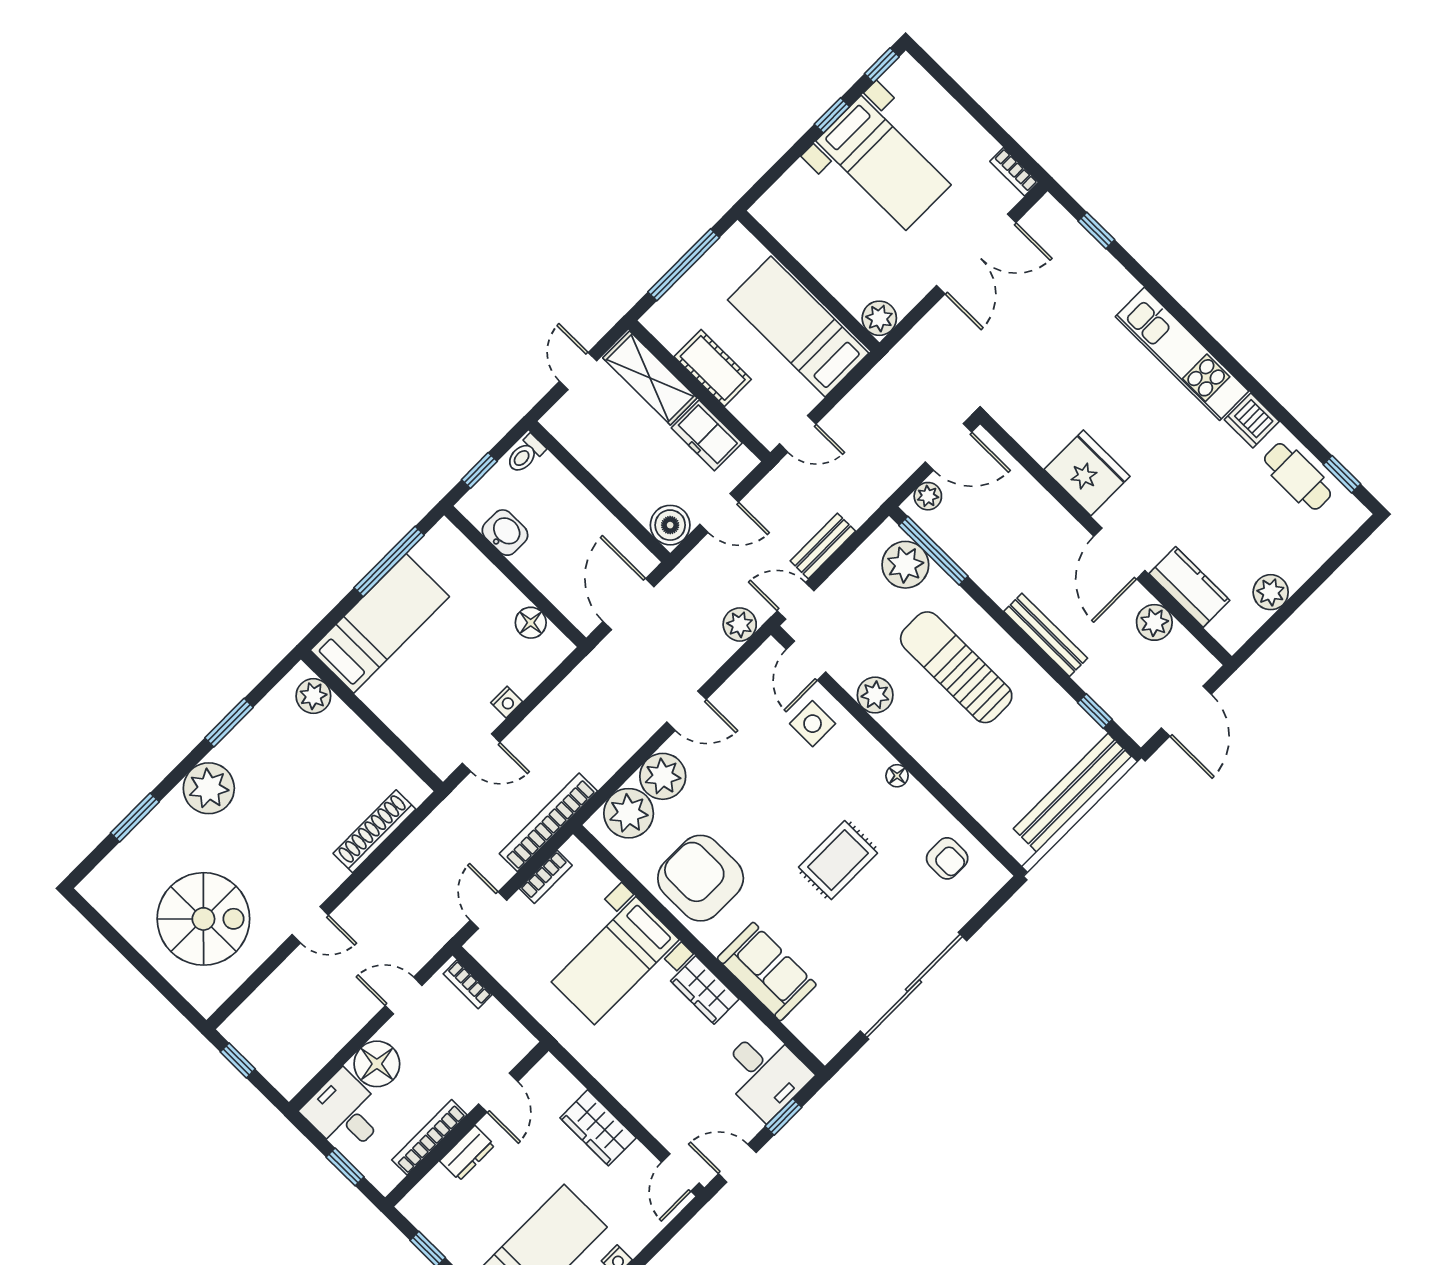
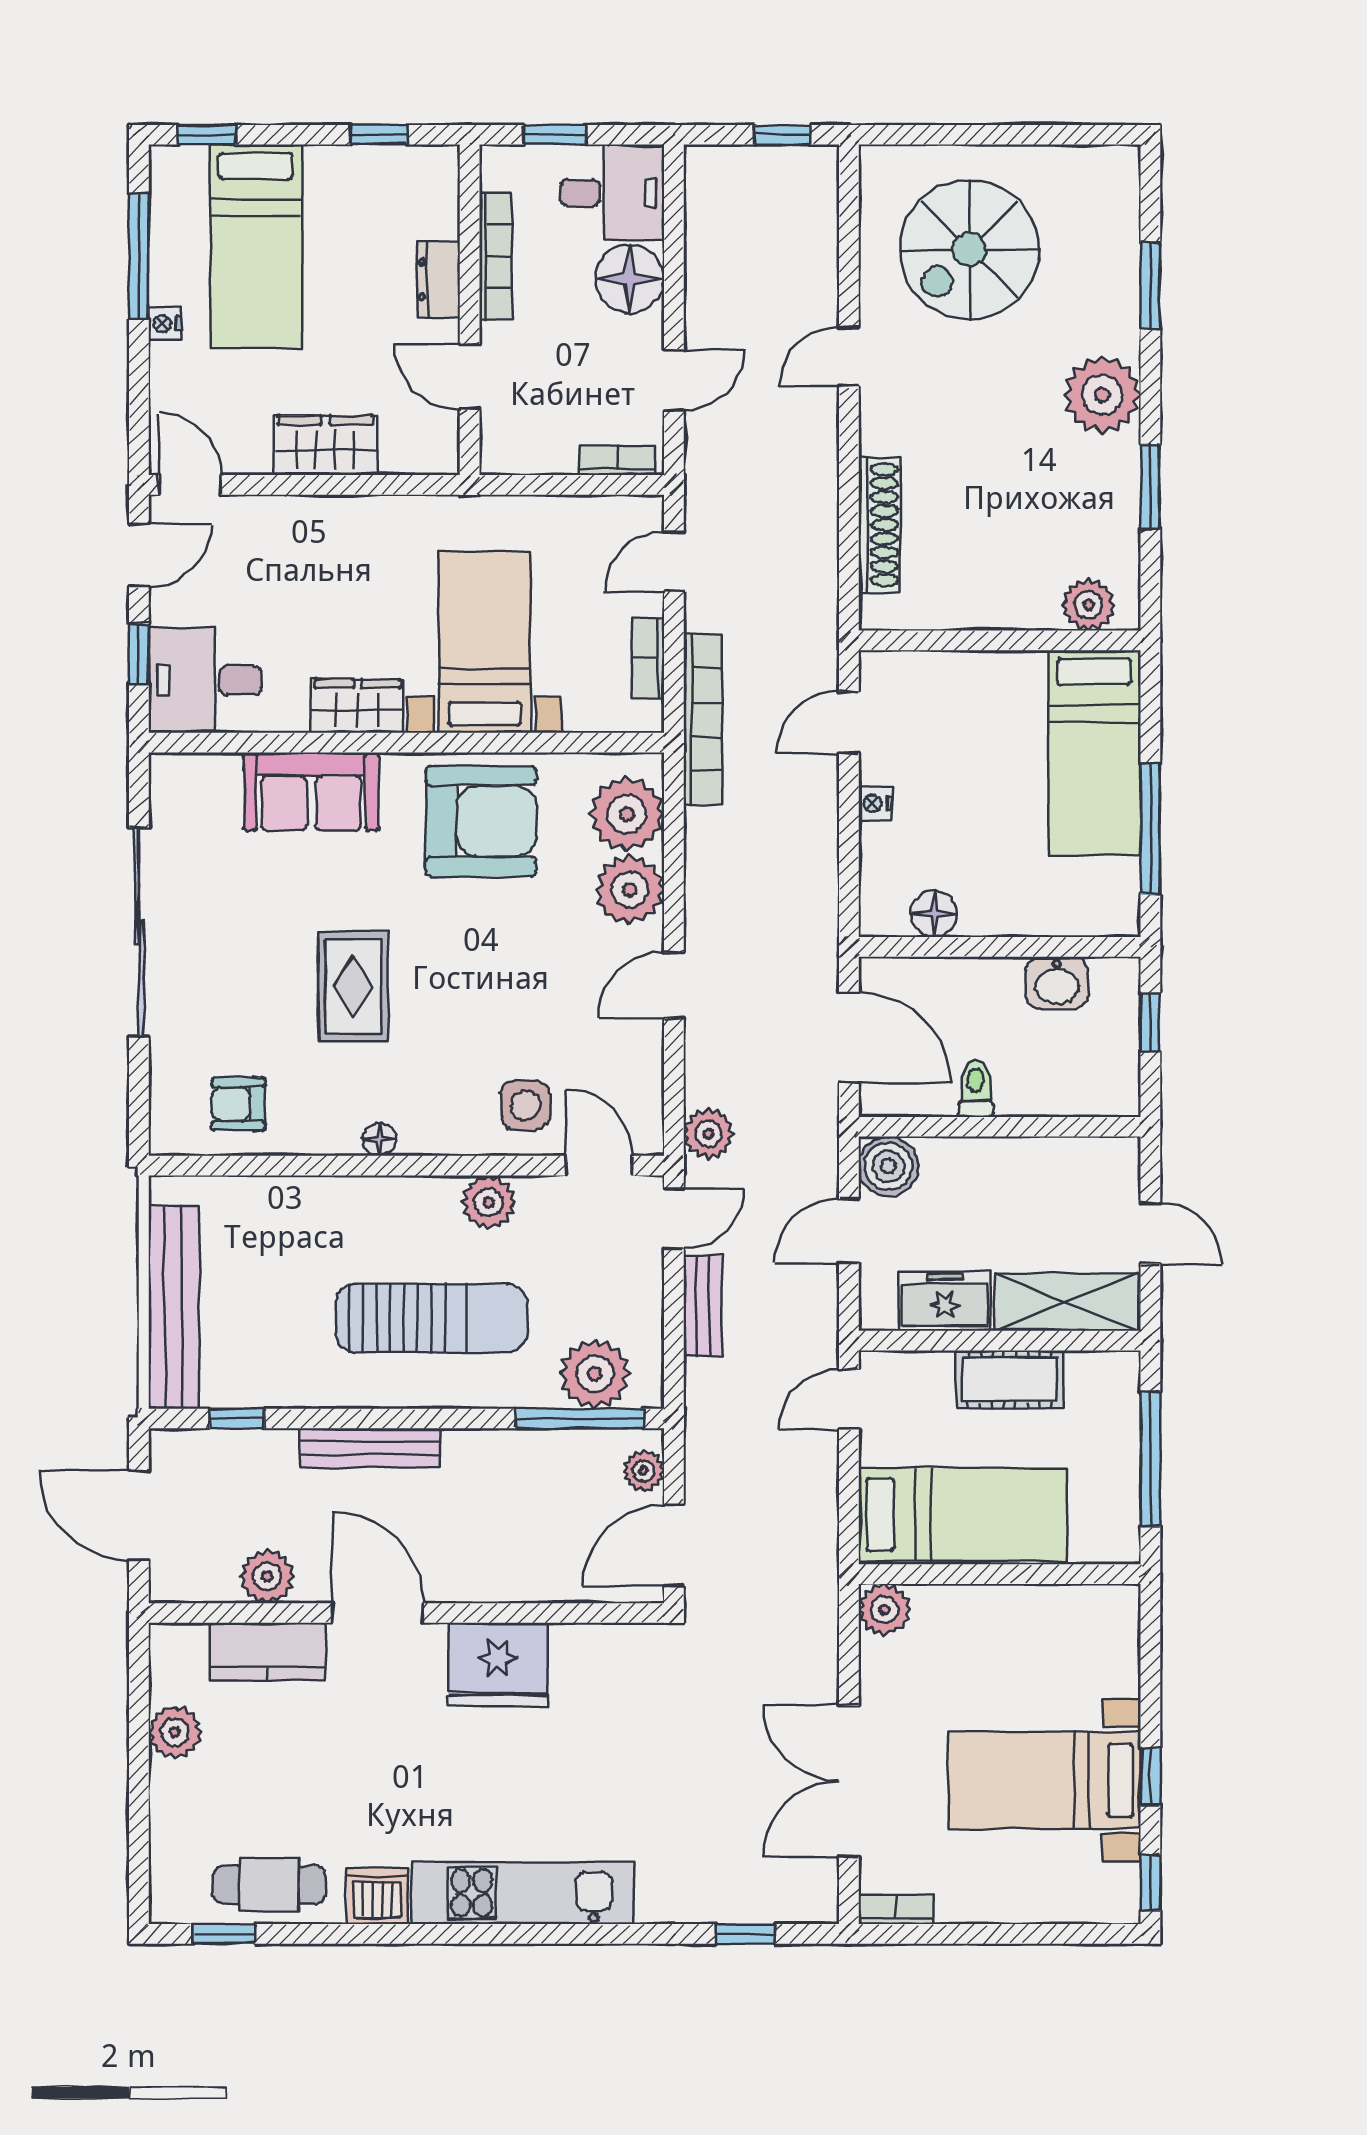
toilet: (525, 454) -> (976, 1088), moved
door: (488, 910) -> (674, 562), swing flipped

